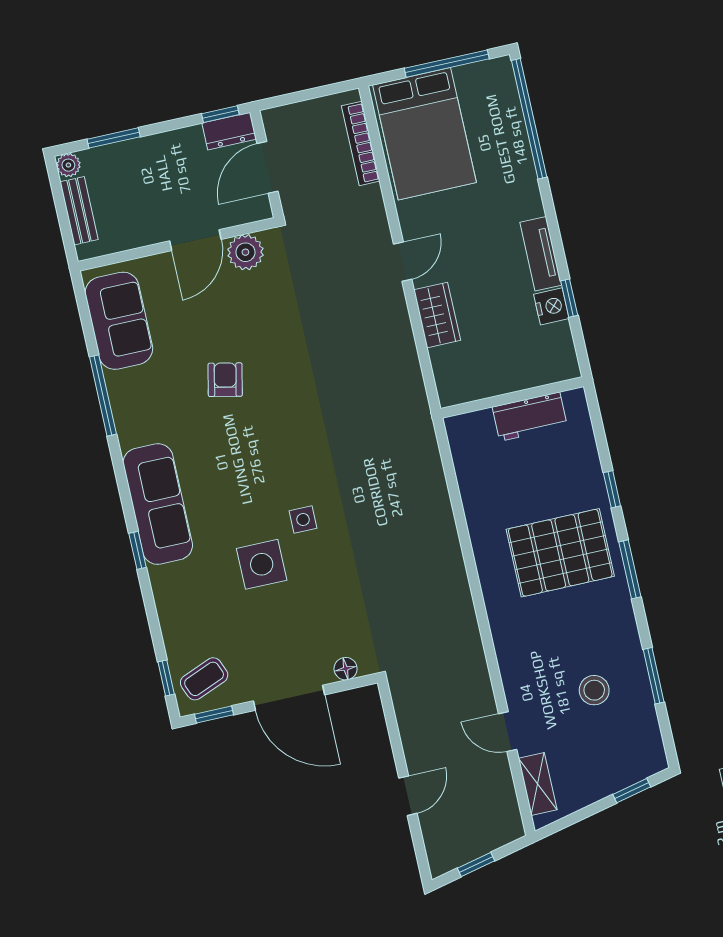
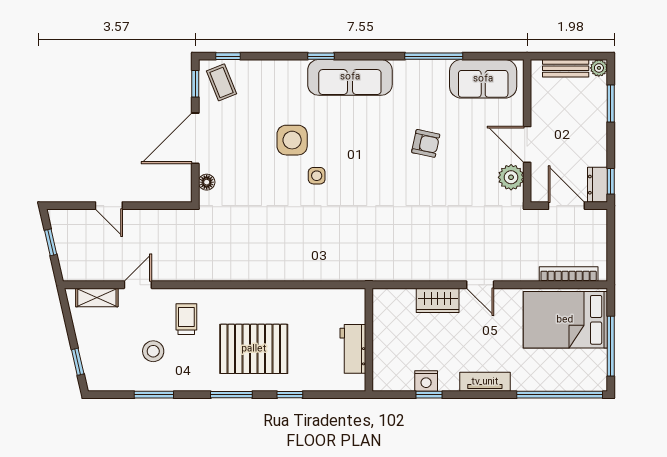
tv unit: (541, 254) -> (485, 382), moved
pallet: (560, 553) -> (254, 349), turned 90
trolley: (540, 655) -> (186, 319), added

